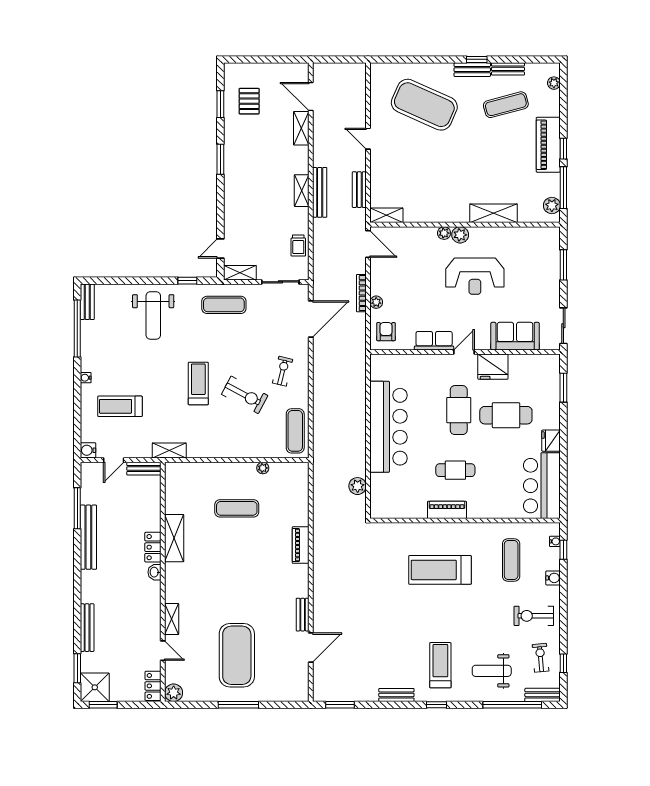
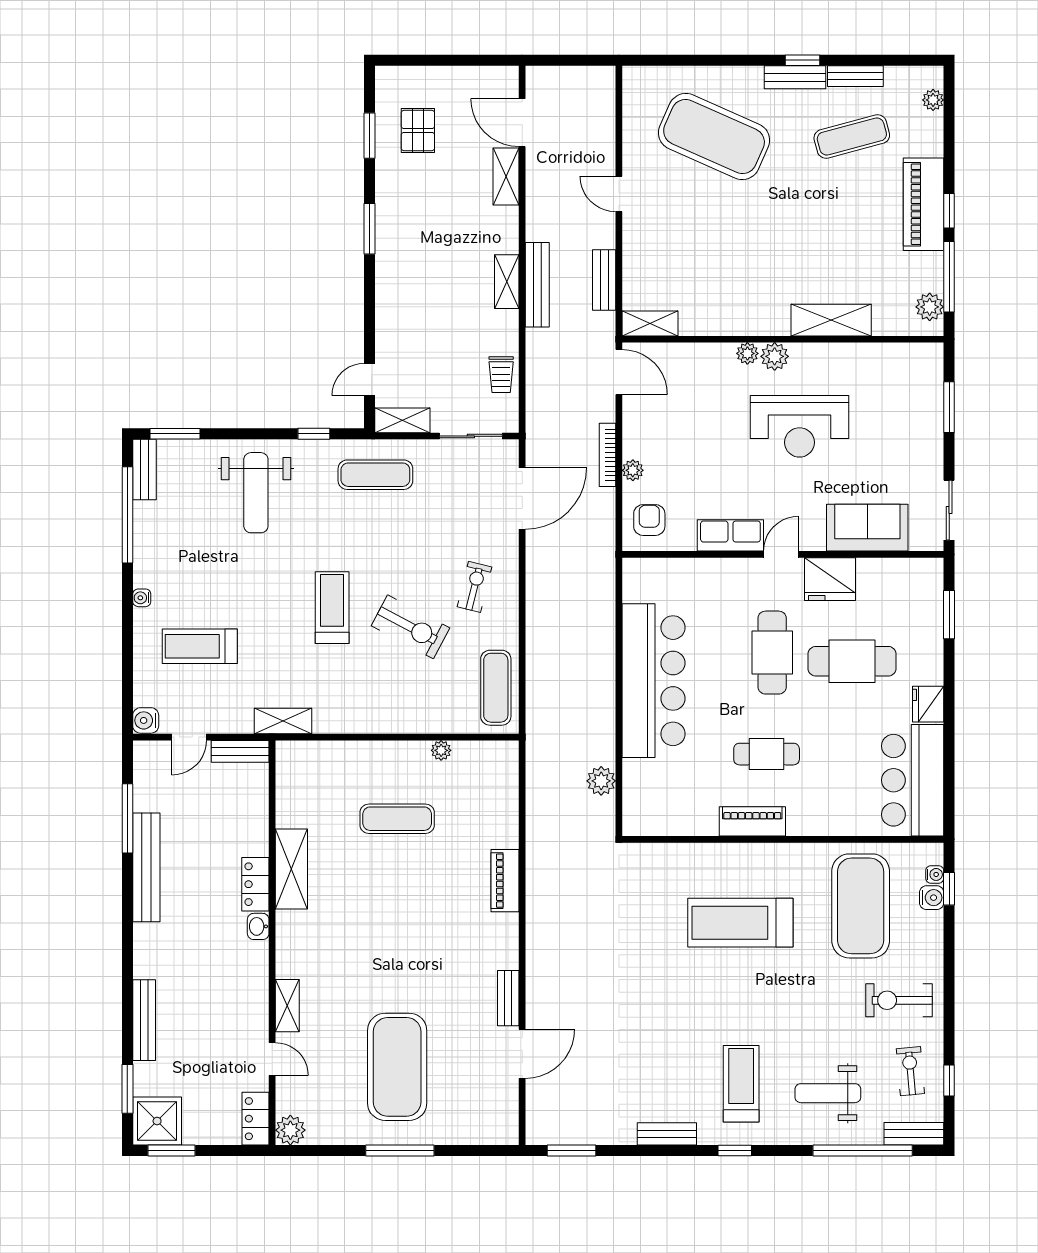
window: (105, 281) -> (175, 434), added
exercise mat: (511, 560) -> (861, 906), width x2.00, depth x1.45
water cooler: (553, 578) -> (932, 898), moved

